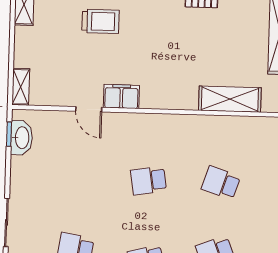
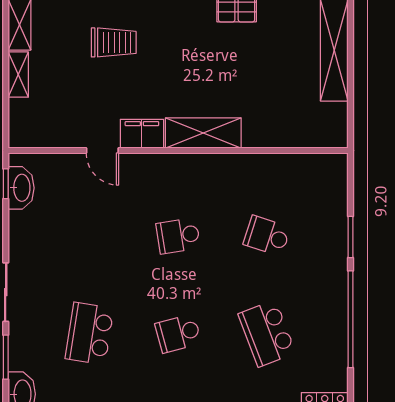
shelving: (21, 87) -> (18, 75), moved
shelving: (230, 99) -> (203, 133), moved

